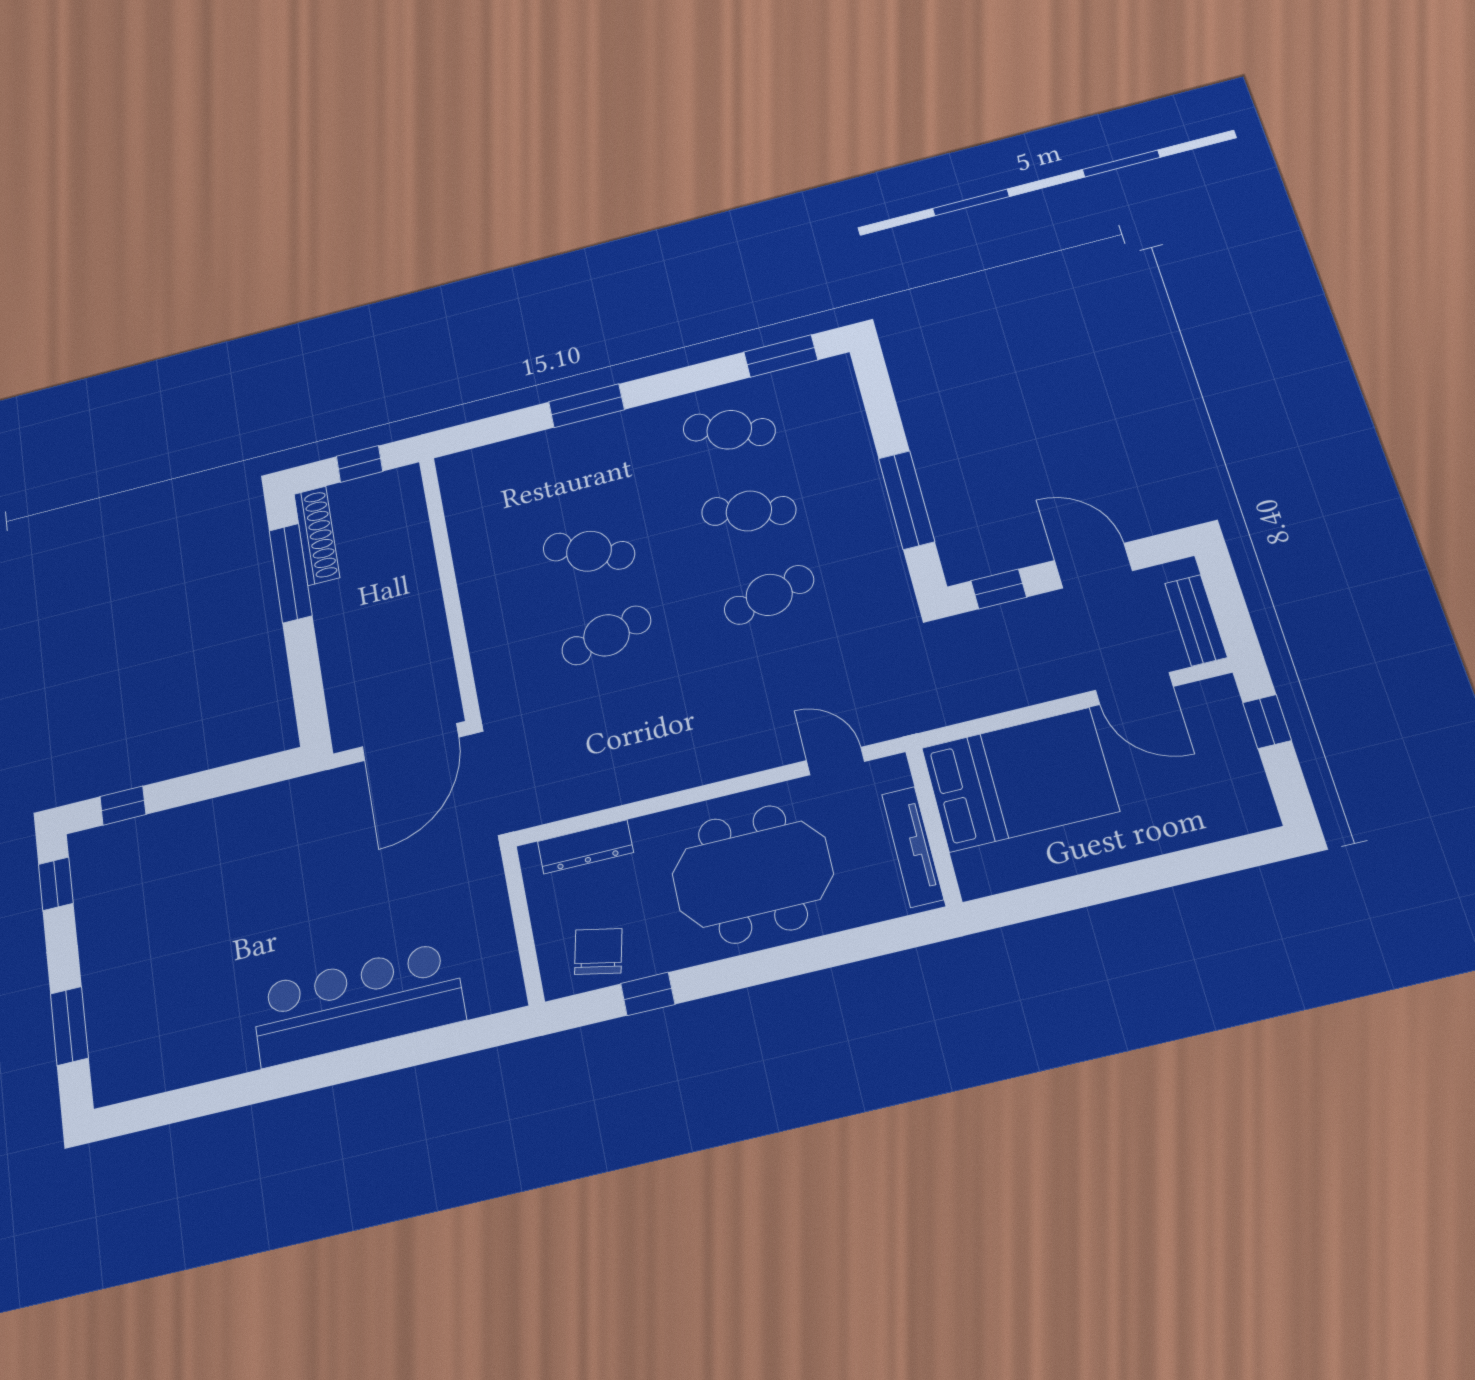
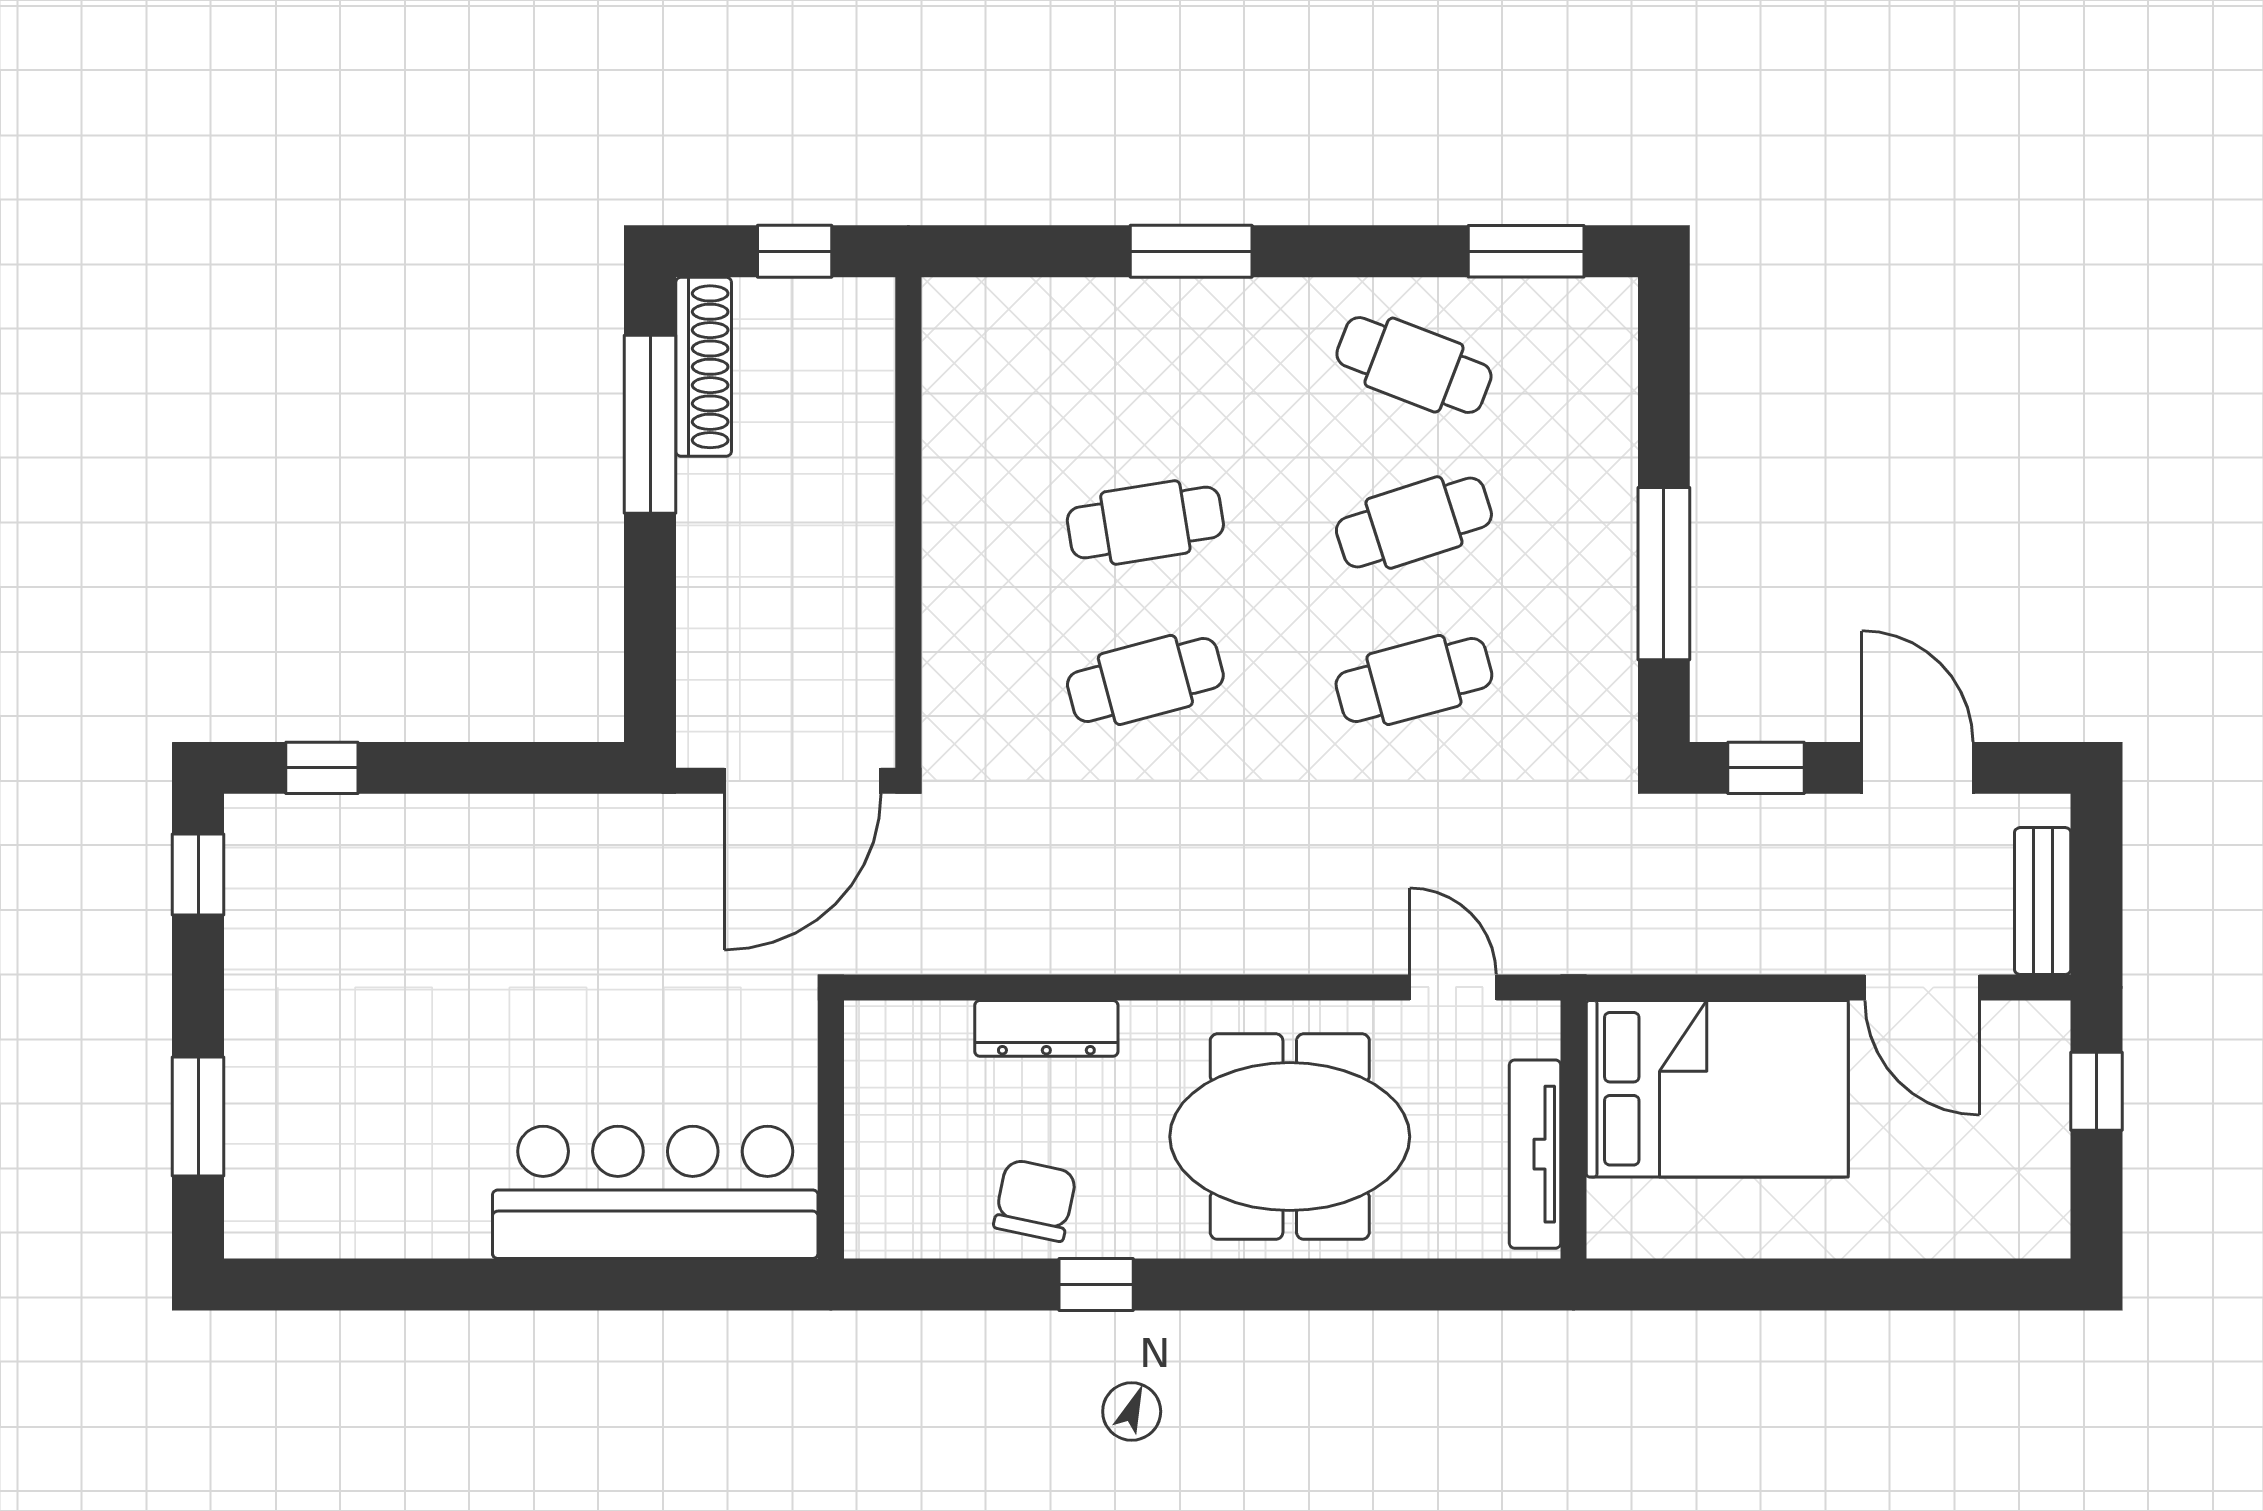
cafe table: (749, 511) -> (1414, 522), turned -33
cafe table: (589, 551) -> (1145, 522), turned -33
wall: (522, 925) -> (831, 1130), moved

